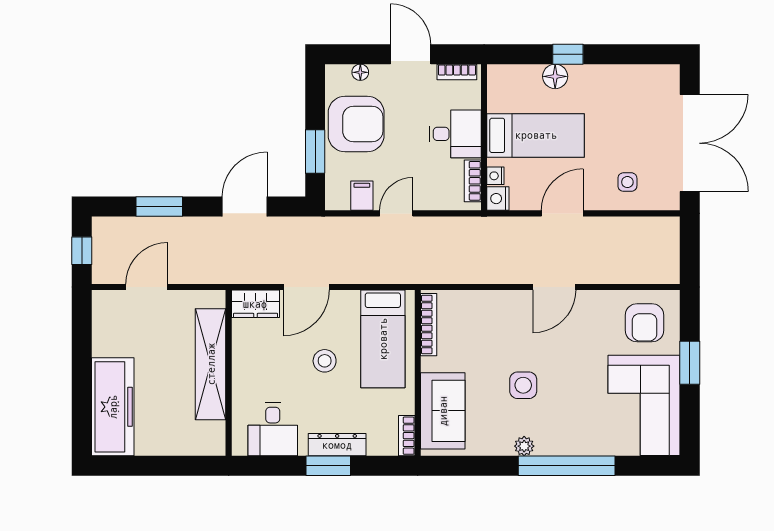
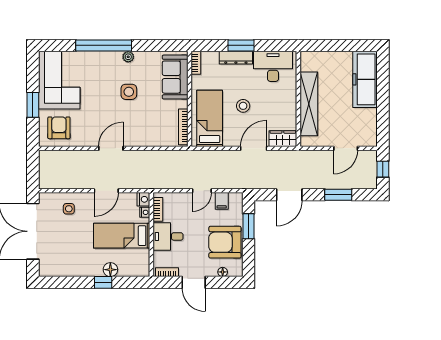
desk: (273, 429) -> (273, 66), width x1.37

